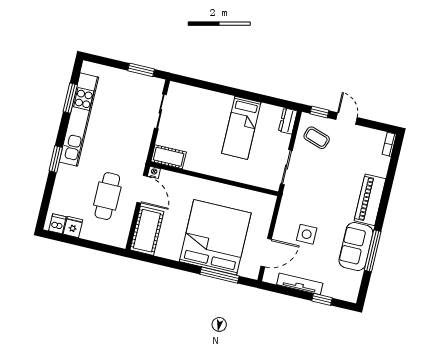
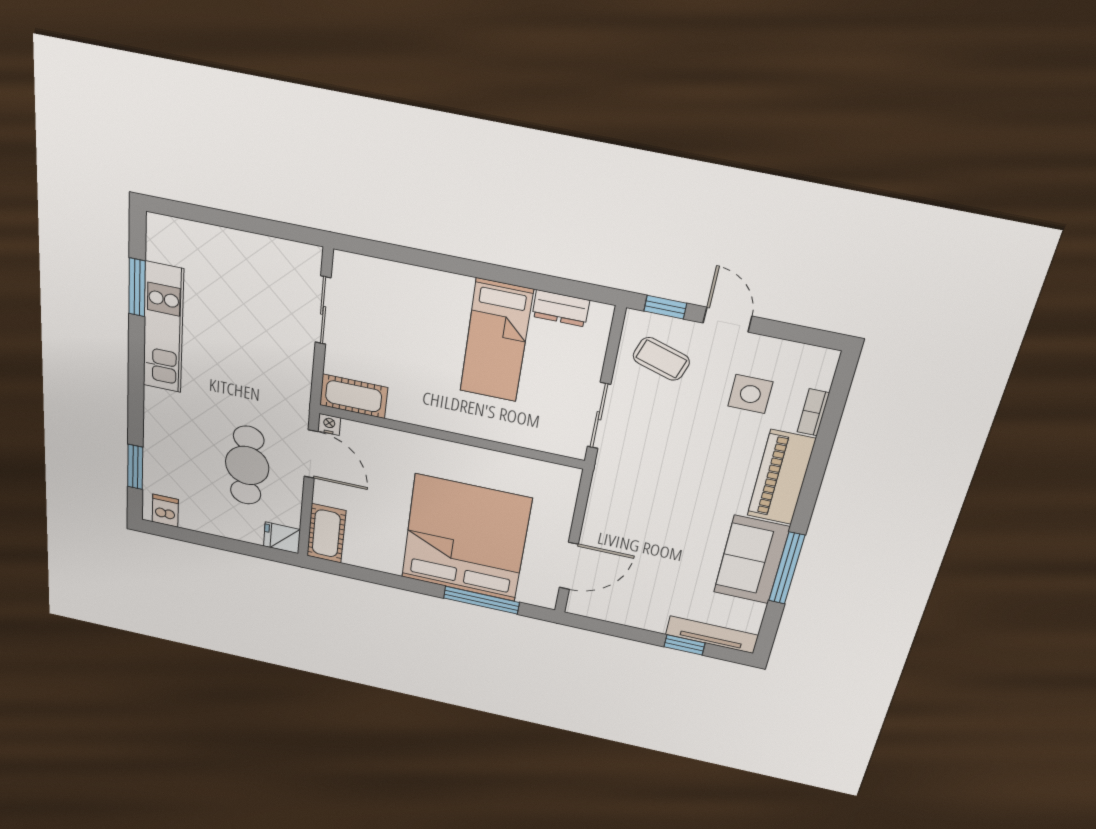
window: (141, 70) -> (269, 228), removed
kitchen unit: (79, 120) -> (163, 328), width x0.73
dresser: (288, 121) -> (561, 308), moved, turned -90
bookcase: (389, 144) -> (813, 412), moved
window: (56, 159) -> (135, 467), moved
fridge: (73, 227) -> (282, 538), moved, turned -90
cot: (147, 231) -> (326, 533), width x0.73, depth x0.75
side table: (307, 234) -> (750, 394), moved
tv unit: (300, 284) -> (712, 635), moved

